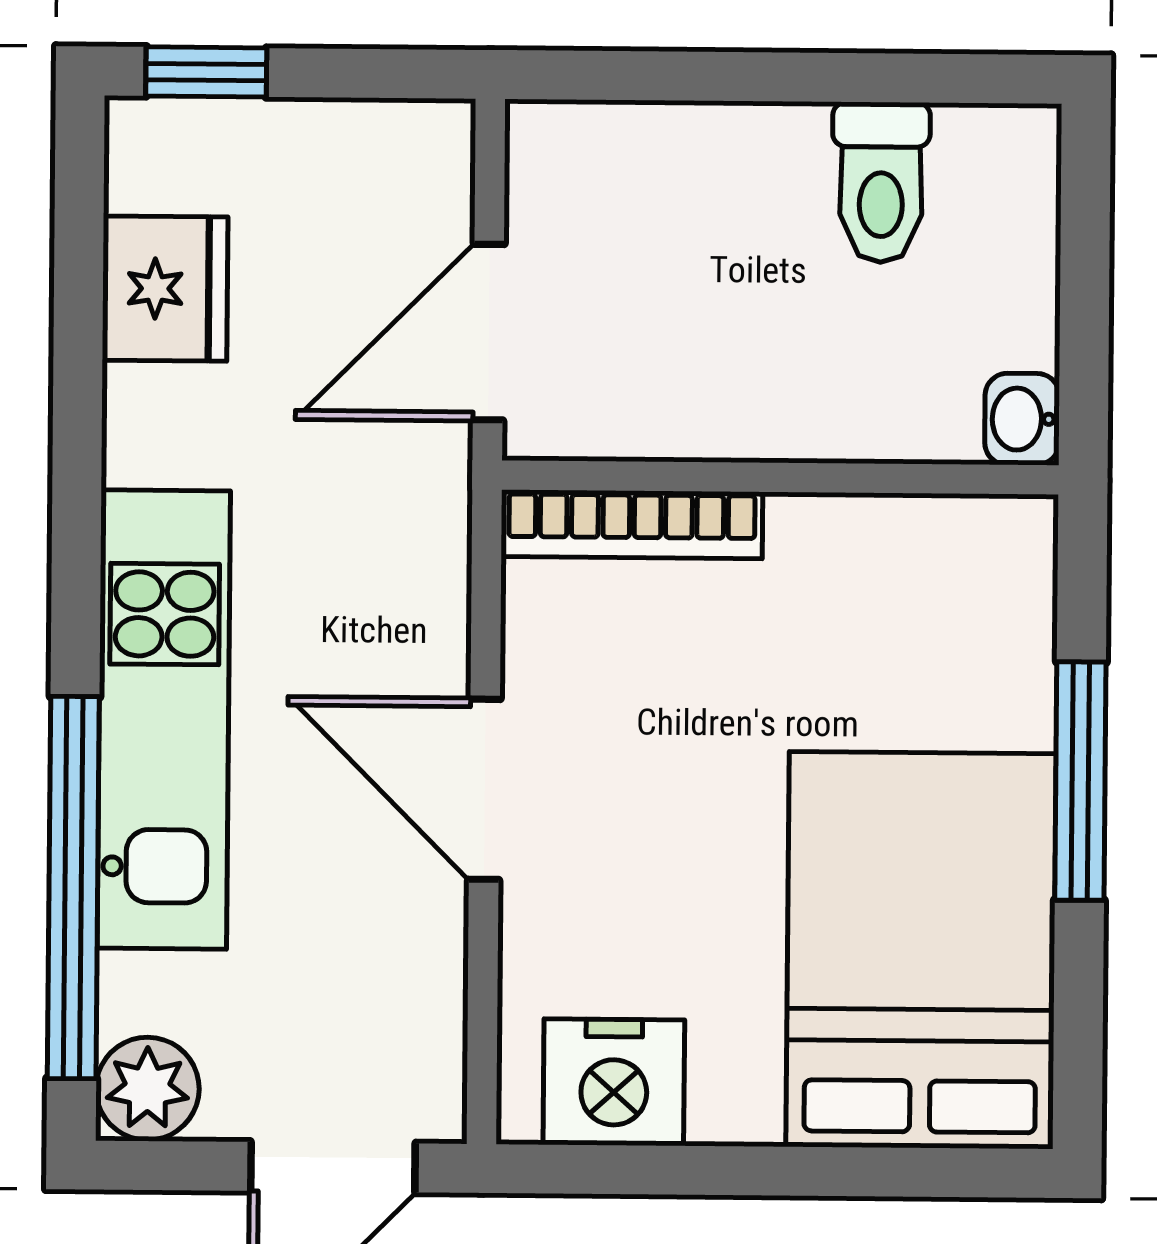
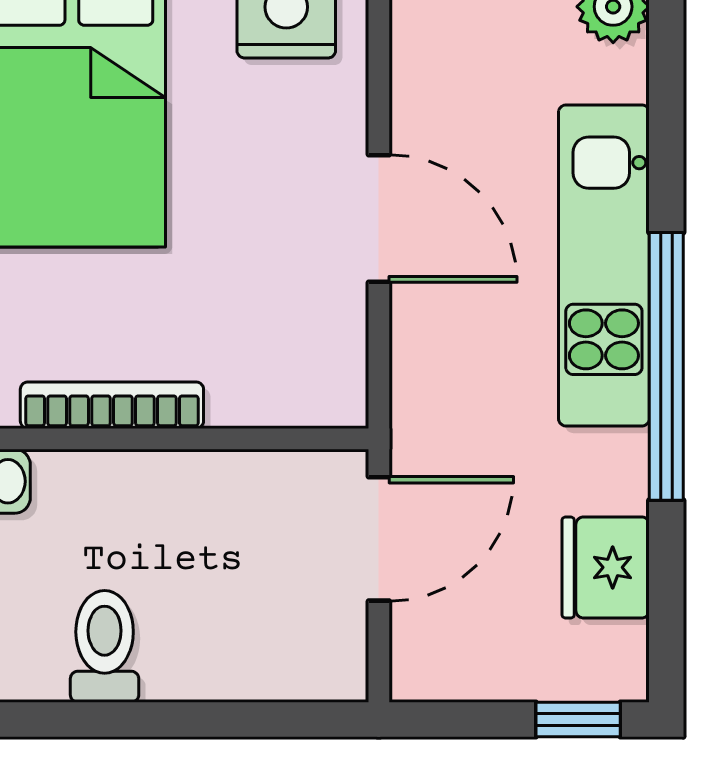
bookcase: (632, 524) -> (112, 405), moved
window: (73, 888) -> (666, 366), moved

